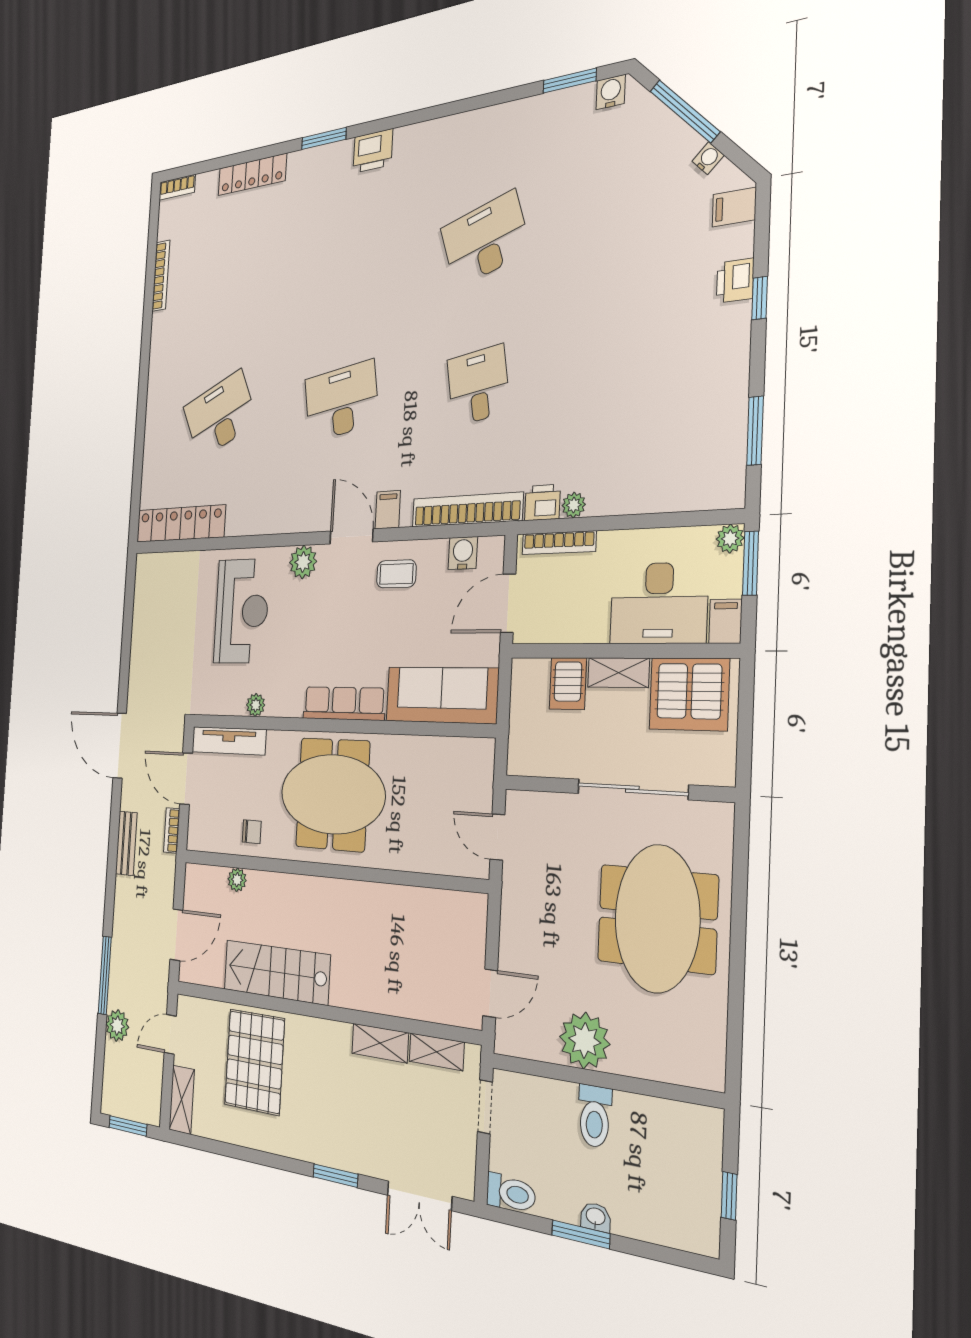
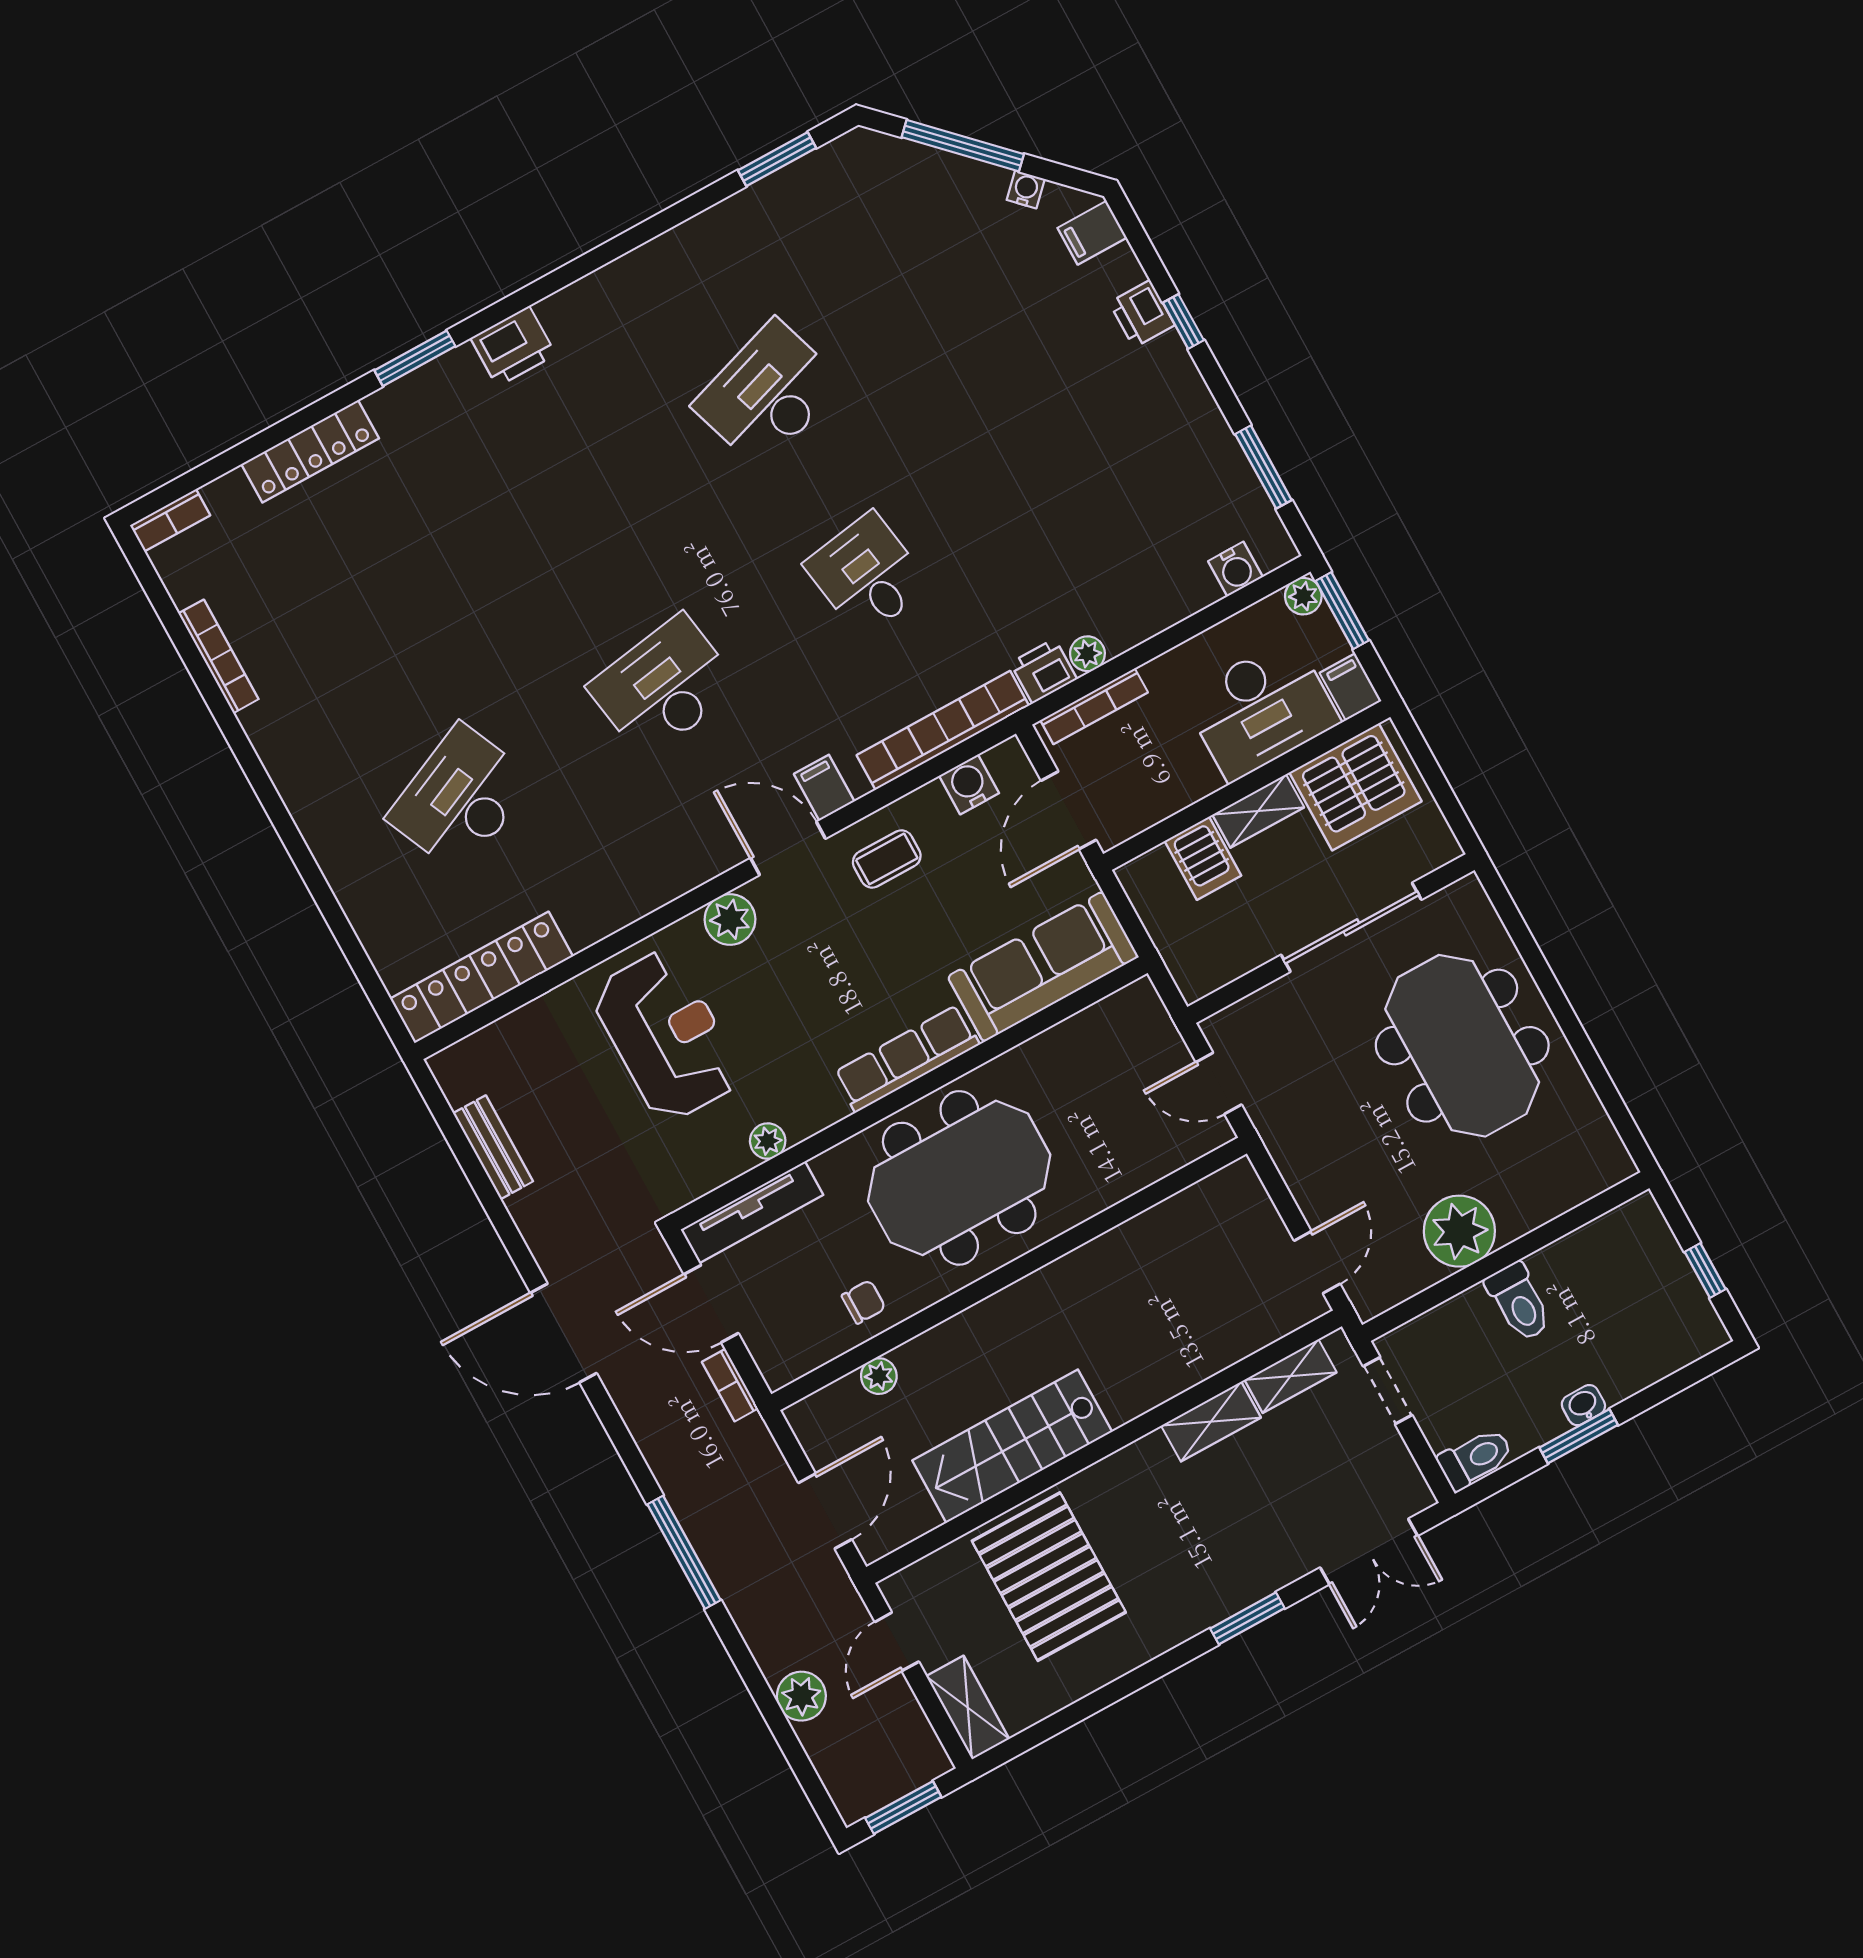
water cooler: (611, 92) -> (1235, 569), moved, turned 180
bench: (126, 843) -> (493, 1147), moved
window: (105, 975) -> (684, 1552), moved

